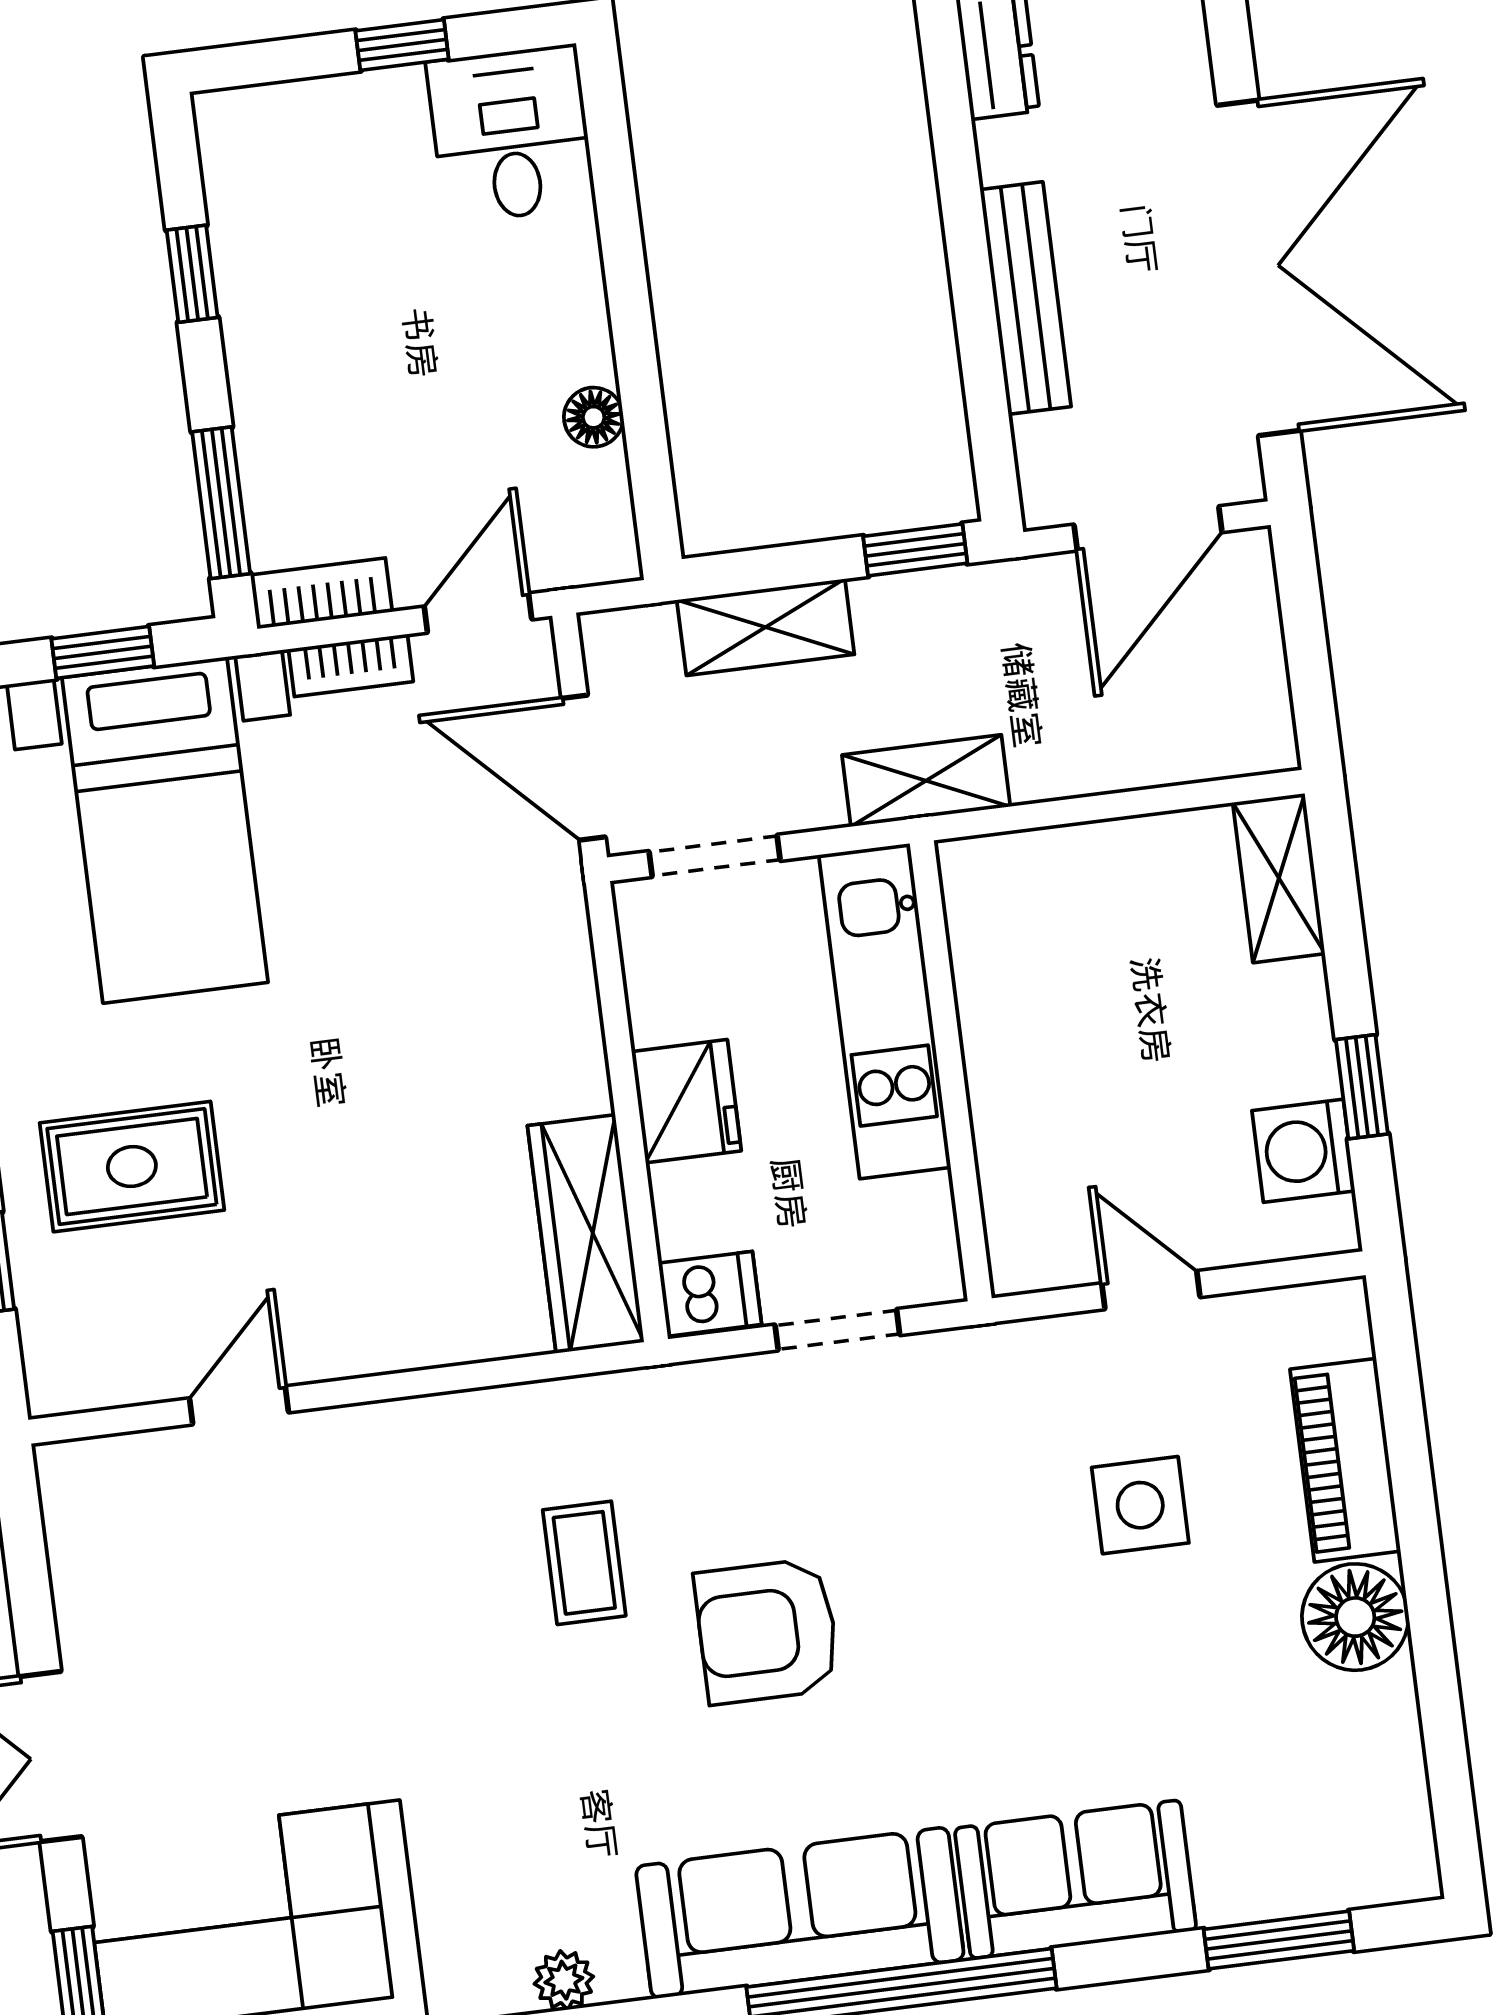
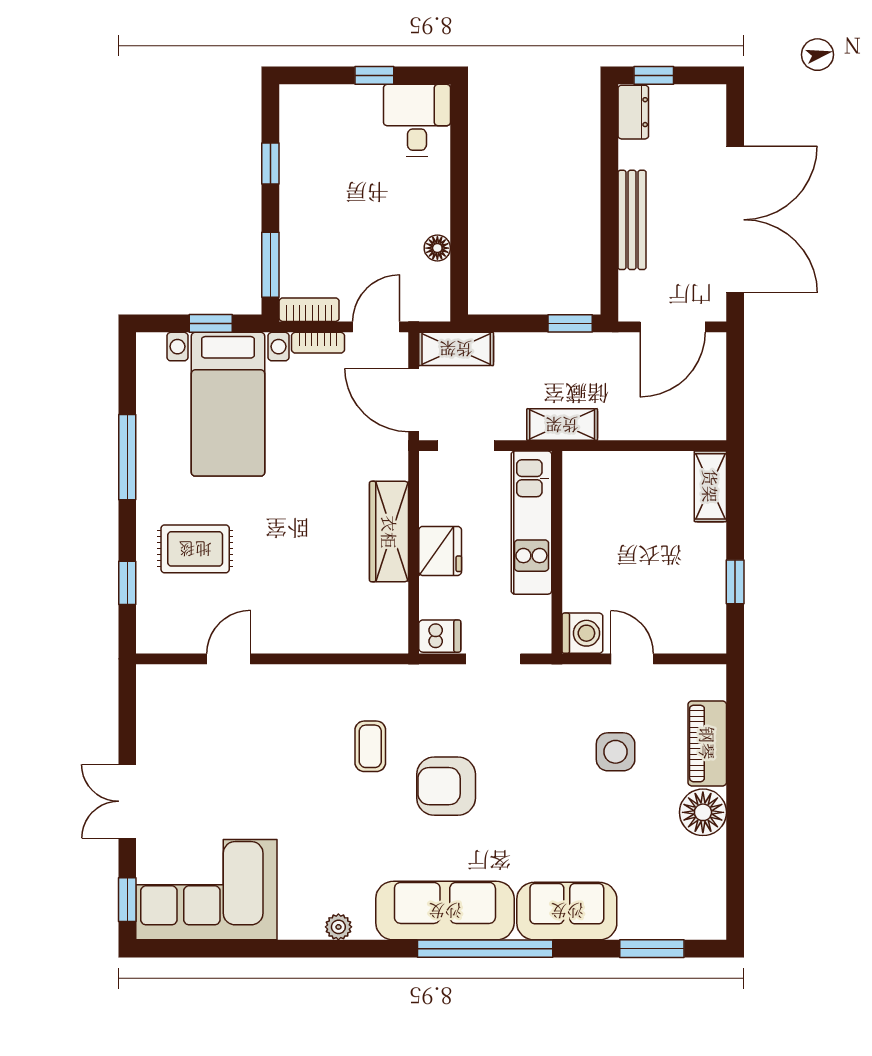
shelving: (766, 627) -> (456, 349), moved
washing machine: (1303, 1151) -> (582, 633), moved, turned 180
wardrobe: (586, 1234) -> (389, 532), moved

